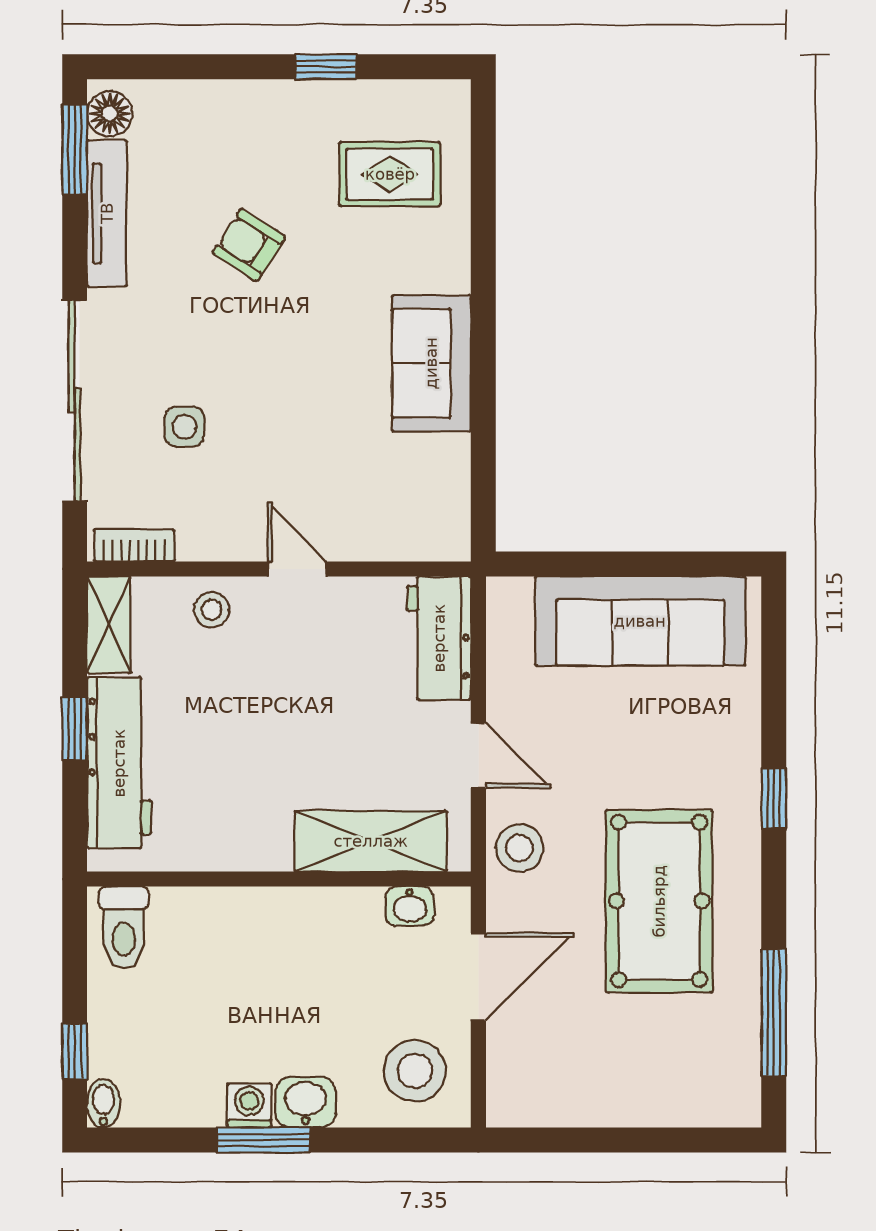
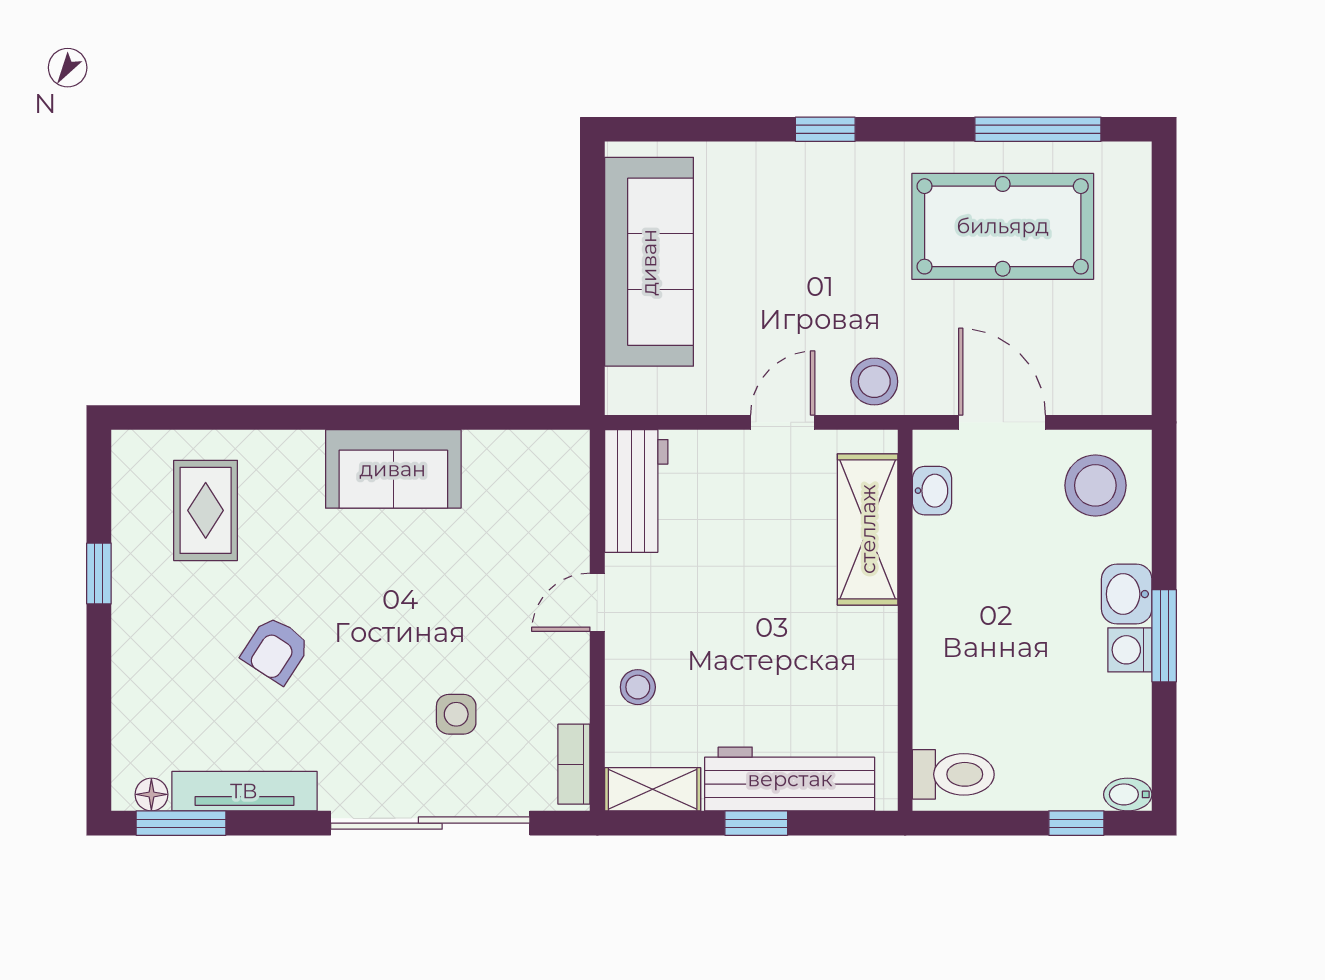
floor lamp: (110, 114) -> (151, 794), width x0.73, depth x0.73
workbench: (439, 638) -> (636, 491), moved, turned -90
pool table: (659, 901) -> (1003, 226), moved

